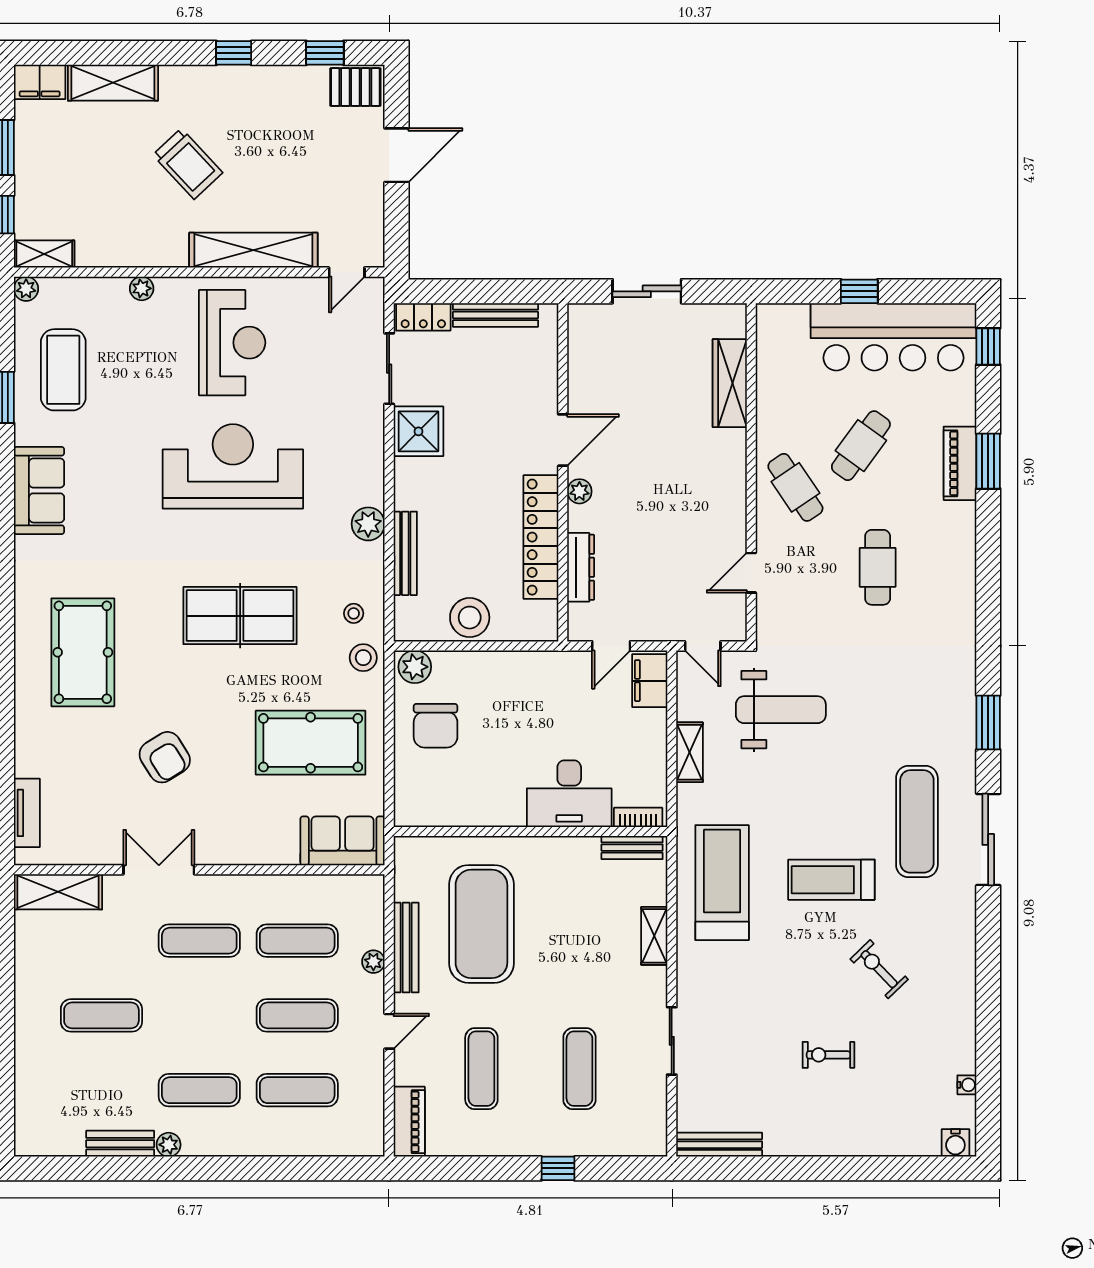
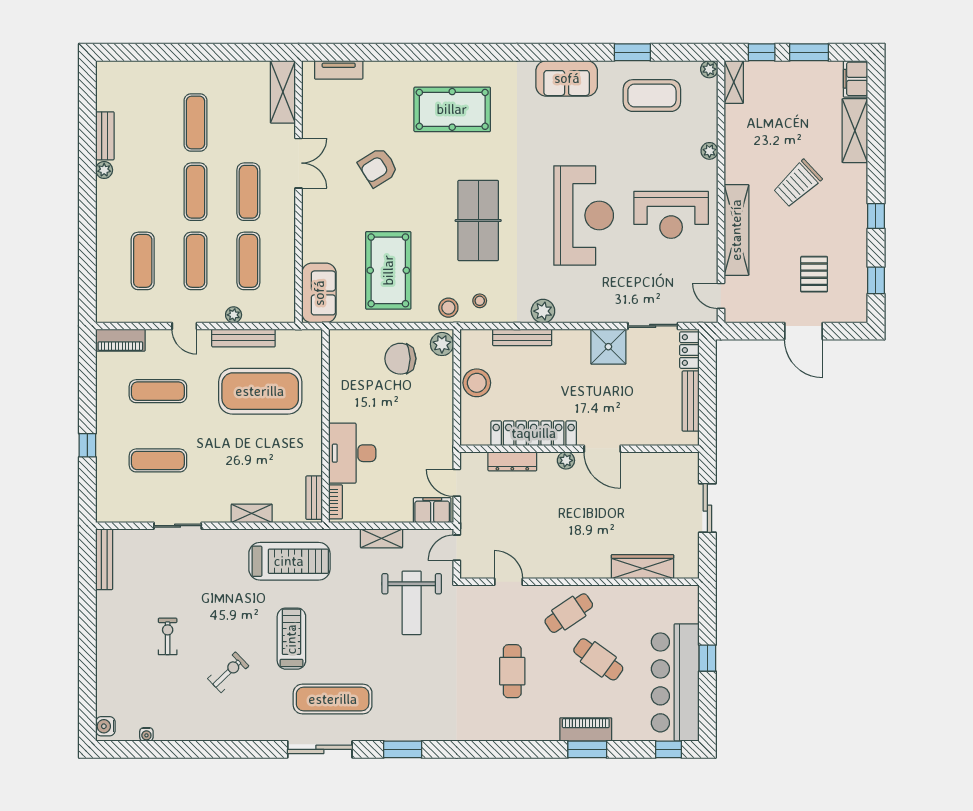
pallet: (355, 87) -> (814, 274), moved
cafe table: (878, 567) -> (512, 671), turned 90
exercise mat: (199, 1090) -> (196, 192), moved

